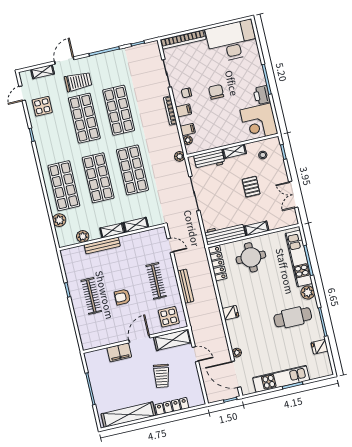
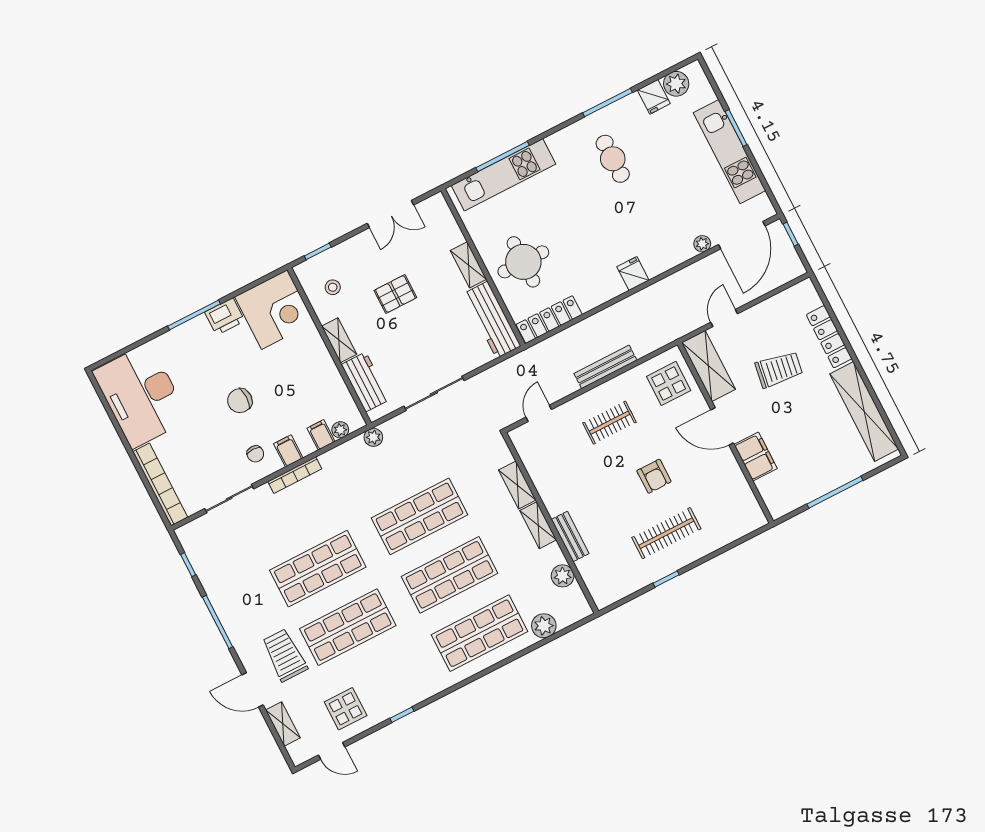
bench: (102, 246) -> (570, 537), width x0.73
clothes rail: (156, 281) -> (610, 423), width x0.73
plant: (308, 292) -> (676, 84), moved
cafe table: (293, 317) -> (613, 159), width x0.73, depth x0.74

